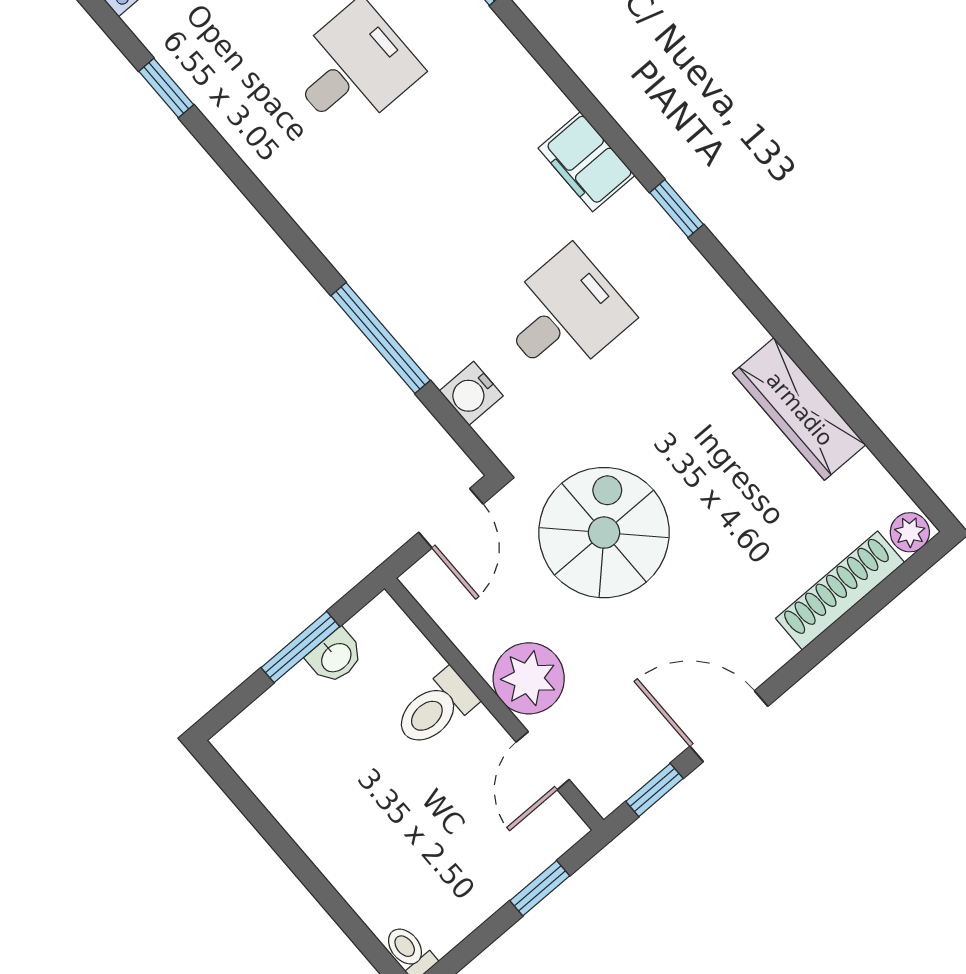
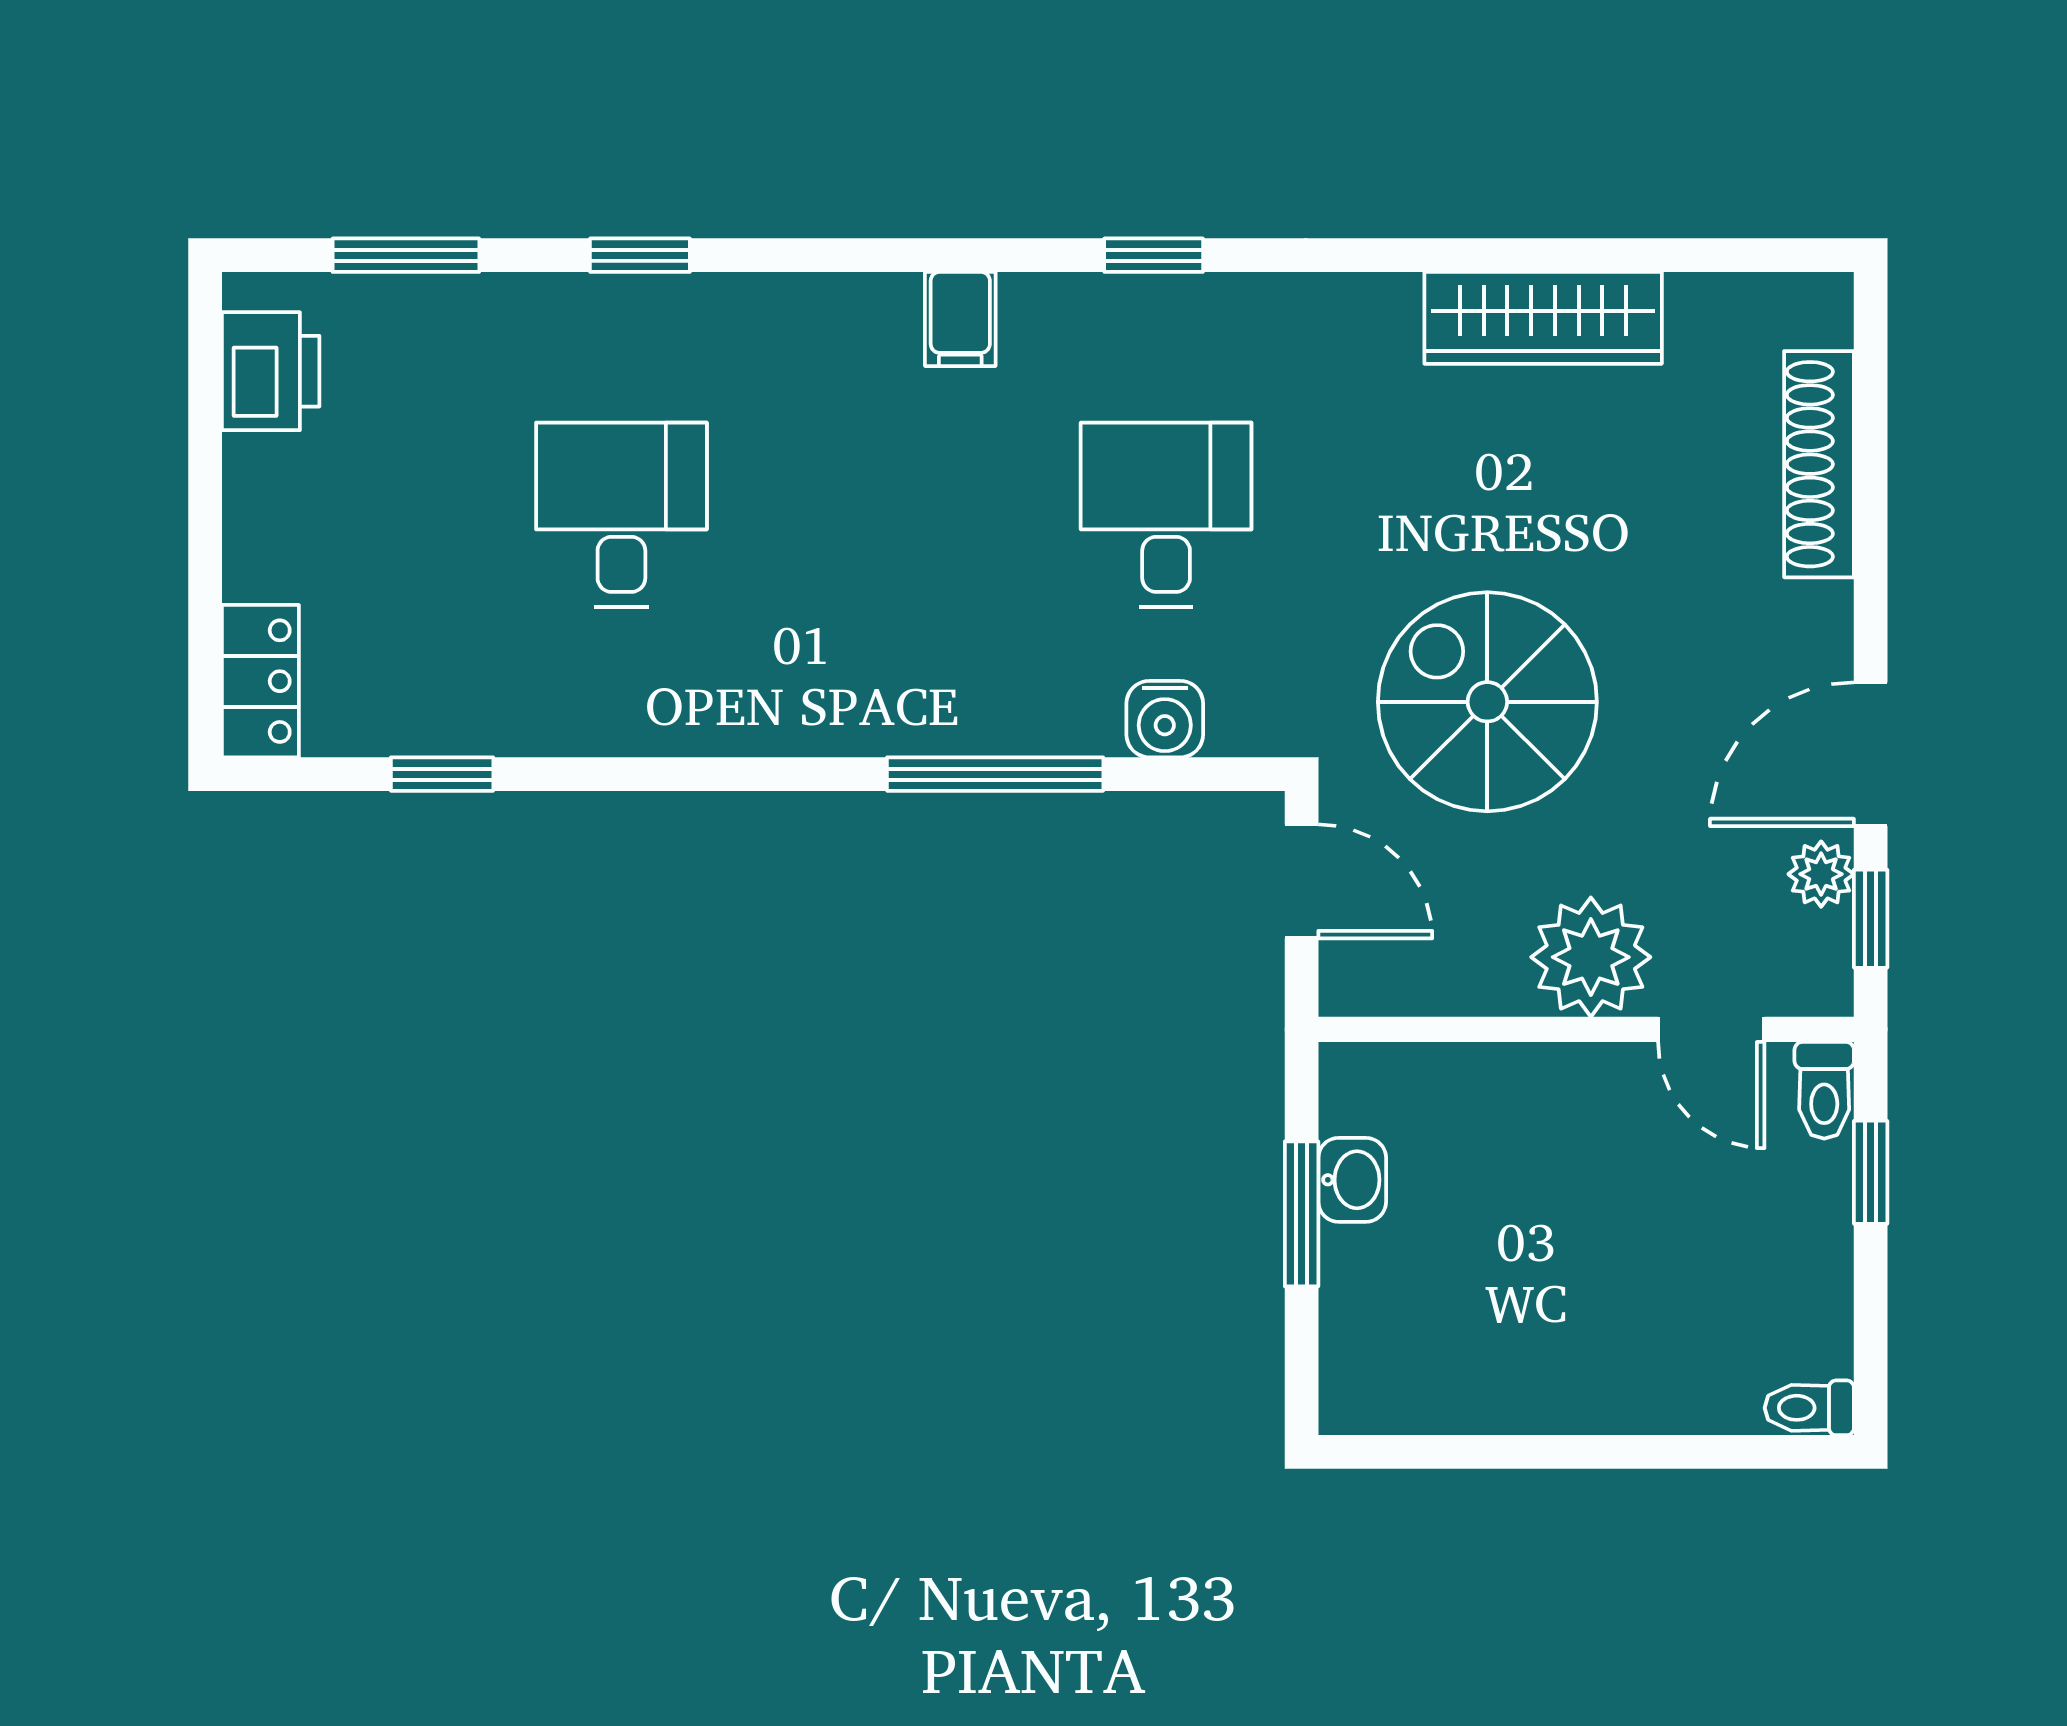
filing cabinet: (586, 162) -> (960, 319), width x0.50
plant: (910, 532) -> (1821, 874), moved
toilet: (435, 709) -> (1824, 1090), moved, width x0.73, depth x0.72

